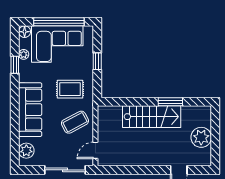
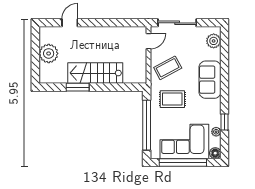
window: (97, 61) -> (147, 125), width x3.17
sofa: (30, 110) -> (210, 80), width x0.73

